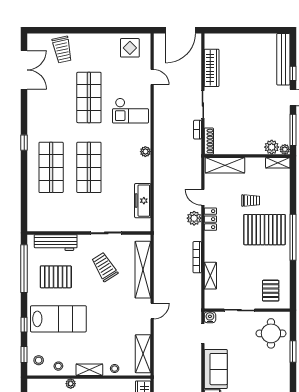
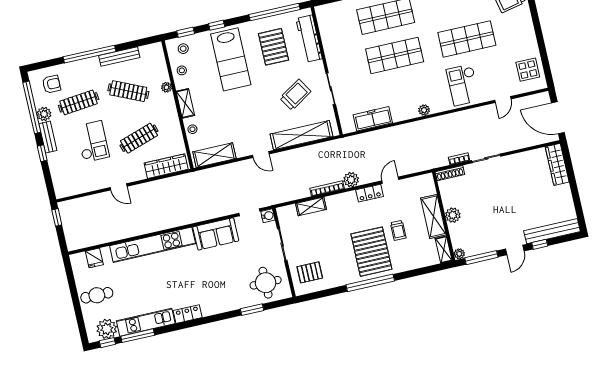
wardrobe: (212, 68) -> (557, 164), moved, turned 90
plant: (272, 147) -> (453, 215), moved
shelving: (225, 165) -> (433, 216), moved
plant: (194, 218) -> (351, 180), moved

